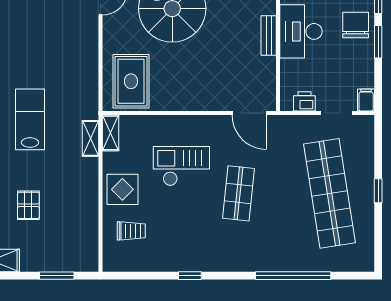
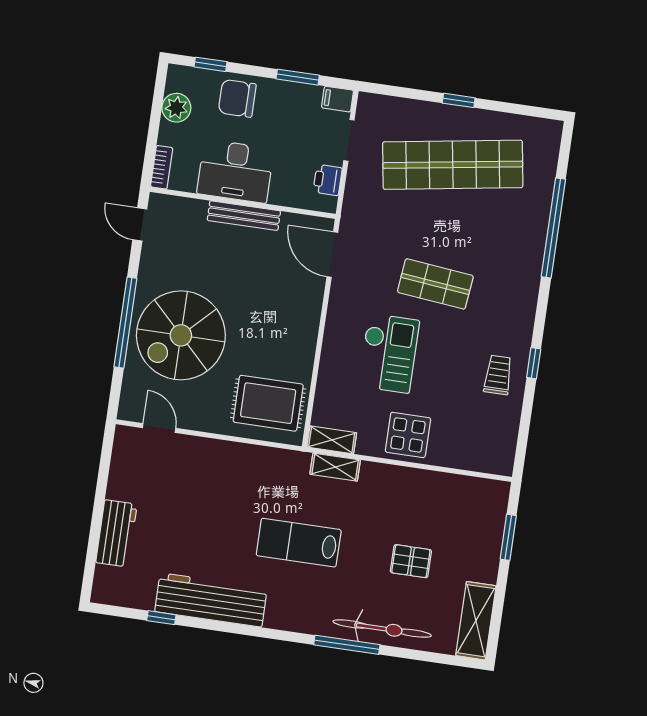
bench: (269, 35) -> (244, 216), width x1.36
window: (378, 42) -> (298, 77), moved
door: (249, 113) -> (332, 255), swing flipped
checkout: (181, 166) -> (389, 353), turned 180
trolley: (131, 231) -> (498, 375), moved

